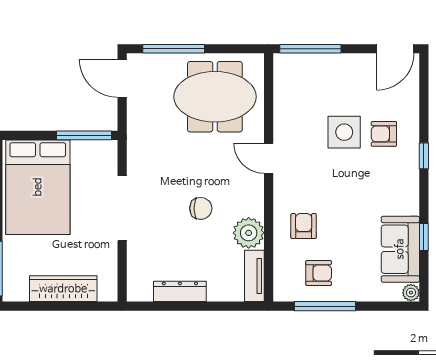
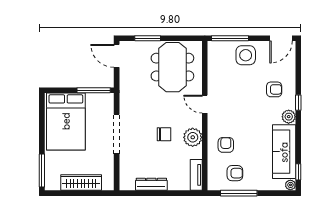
window: (174, 49) -> (148, 38), width x0.69
meeting table: (215, 97) -> (172, 67), turned 90
side table: (344, 132) -> (246, 55), moved
armchair: (384, 134) -> (274, 89), turned 180
plant: (408, 179) -> (289, 117), added
plant: (249, 233) -> (193, 137), moved
window: (424, 237) -> (298, 172), moved
sofa: (400, 249) -> (284, 152), width x1.36

